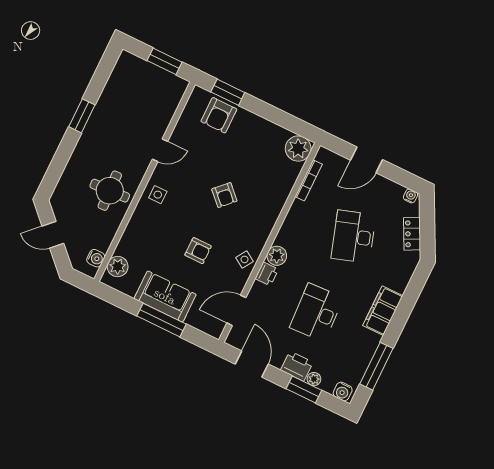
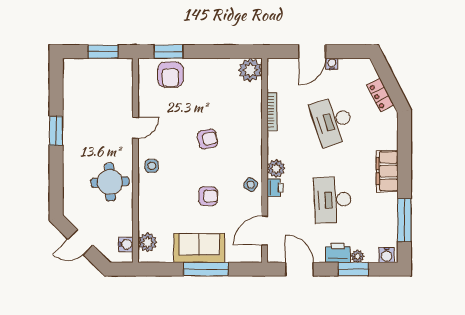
bookcase: (309, 180) -> (272, 112), moved
armchair: (224, 195) -> (208, 139), turned -57
water cooler: (411, 196) -> (332, 64), moved

